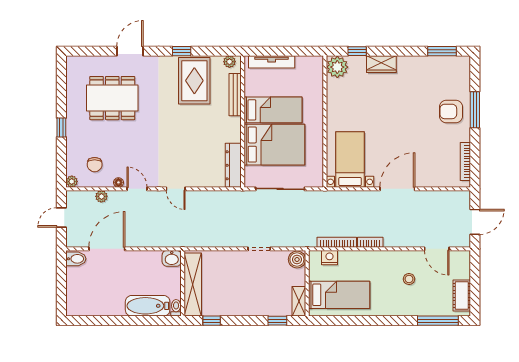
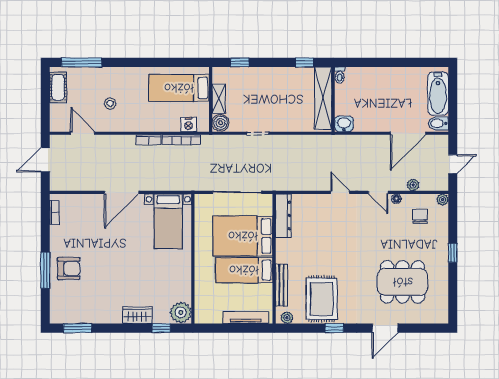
bookcase: (465, 161) -> (55, 213), width x0.64
shelving: (299, 301) -> (219, 98), moved
bathtub: (148, 306) -> (438, 94), moved, turned 90

